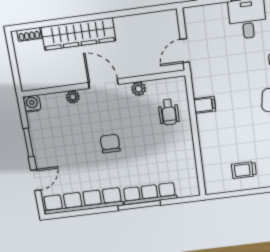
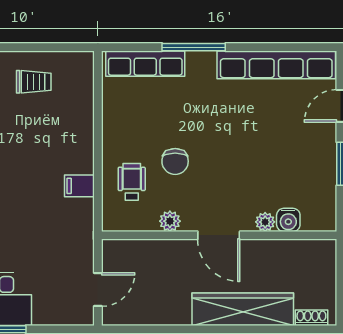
door: (185, 51) -> (98, 289), moved
water cooler: (32, 104) -> (288, 220), moved
chair: (110, 144) -> (175, 161), moved
row of seats: (150, 193) -> (145, 64), moved

